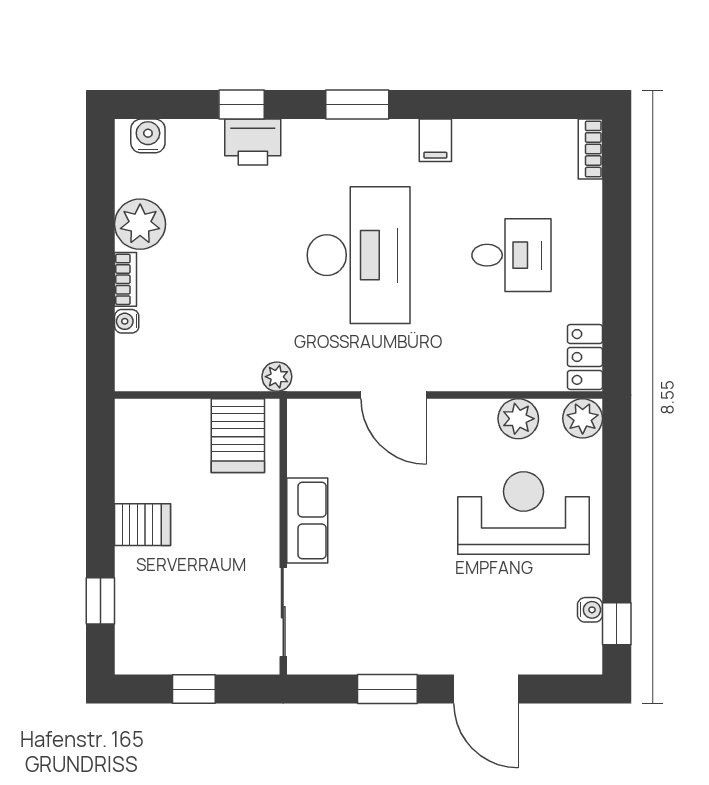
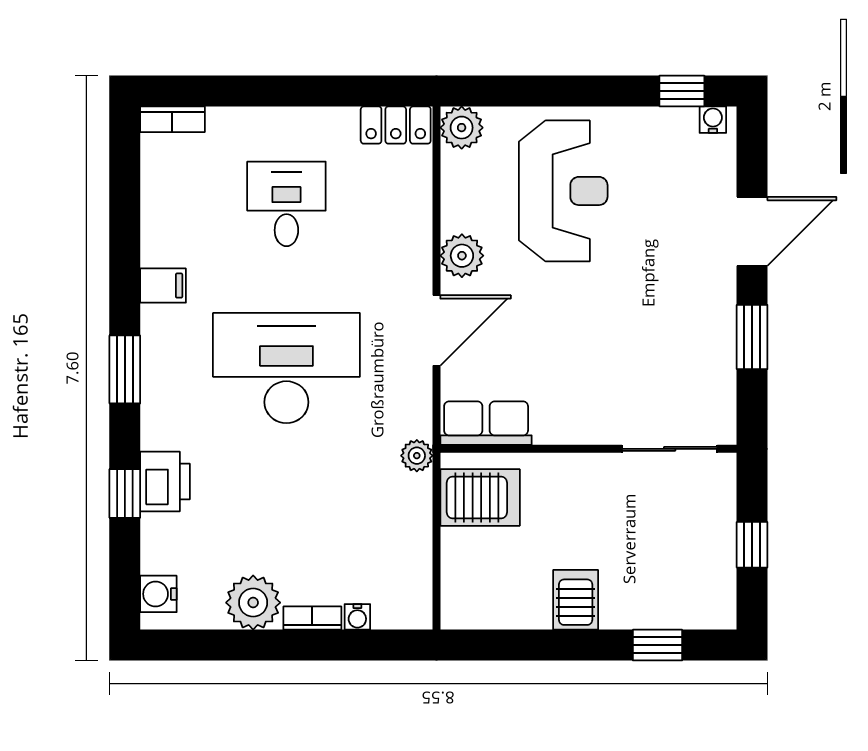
plant: (518, 419) -> (462, 256), moved
reception desk: (524, 513) -> (563, 191), turned 180
row of seats: (307, 520) -> (486, 423), moved
water cooler: (590, 610) -> (713, 120), moved

